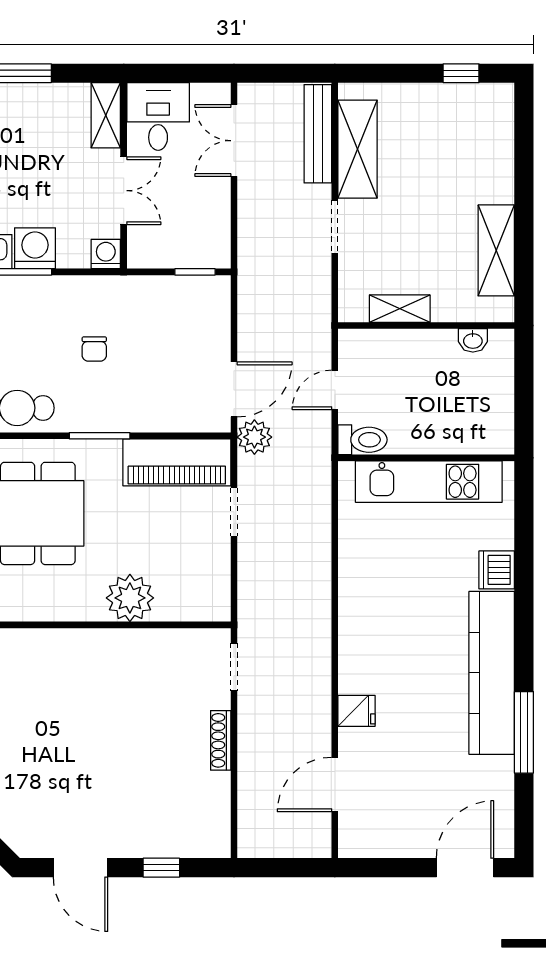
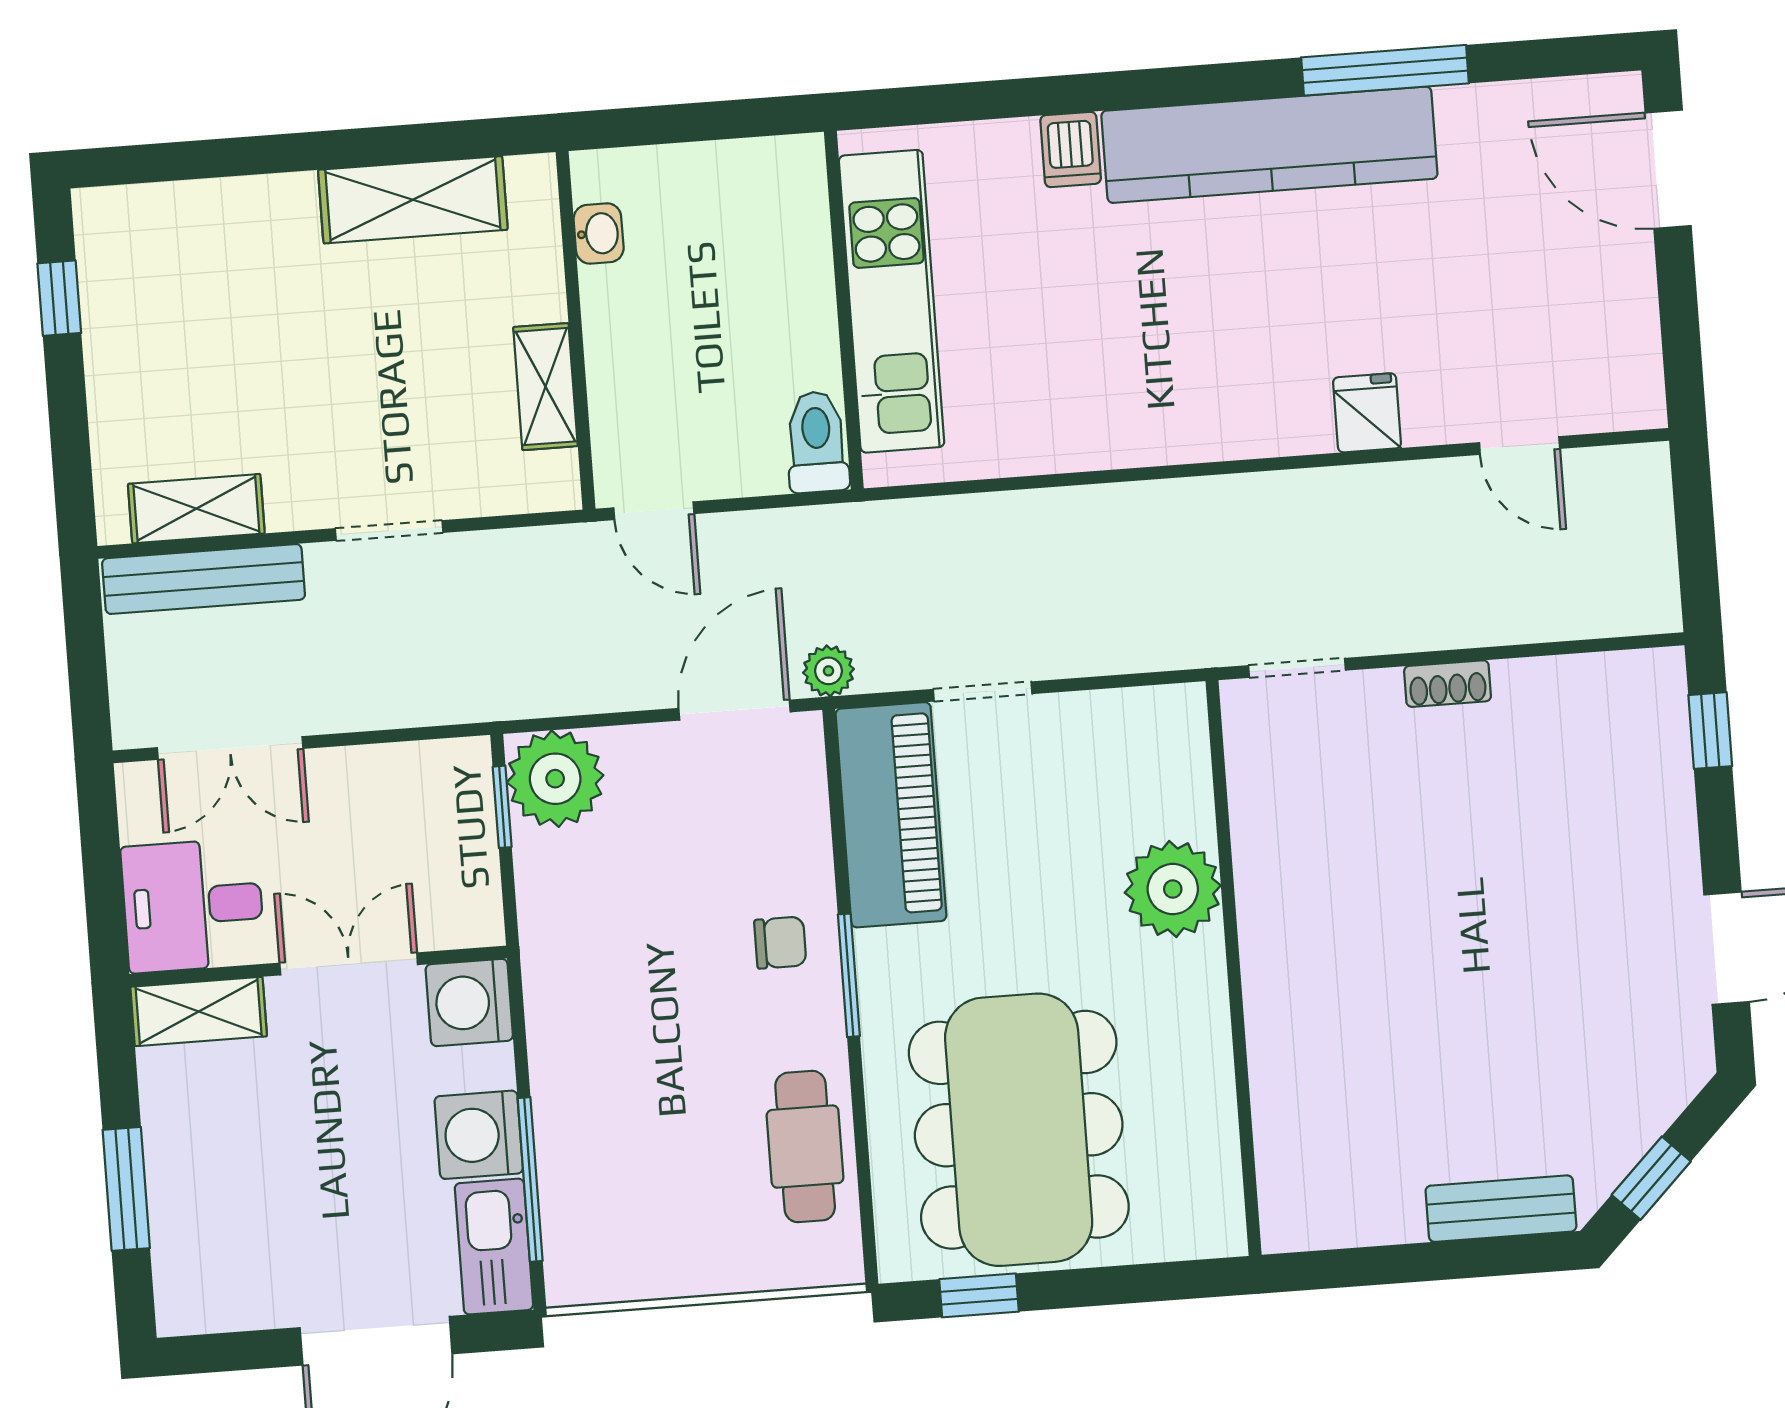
shelving: (358, 149) -> (196, 509), width x0.67, depth x0.75
washing machine: (106, 254) -> (469, 1002), width x1.38, depth x1.38
plant: (207, 299) -> (555, 779), added
chair: (94, 349) -> (780, 943), moved
door: (234, 389) -> (735, 710), hinge flipped
door: (335, 390) -> (654, 511), moved
plant: (254, 437) -> (828, 671), width x0.73, depth x0.73
dishwasher: (497, 570) -> (1071, 149), width x0.73
shoe rack: (221, 740) -> (1448, 684), width x0.70
door: (335, 784) -> (1520, 446), width x0.73
window: (161, 868) -> (1710, 731), moved

